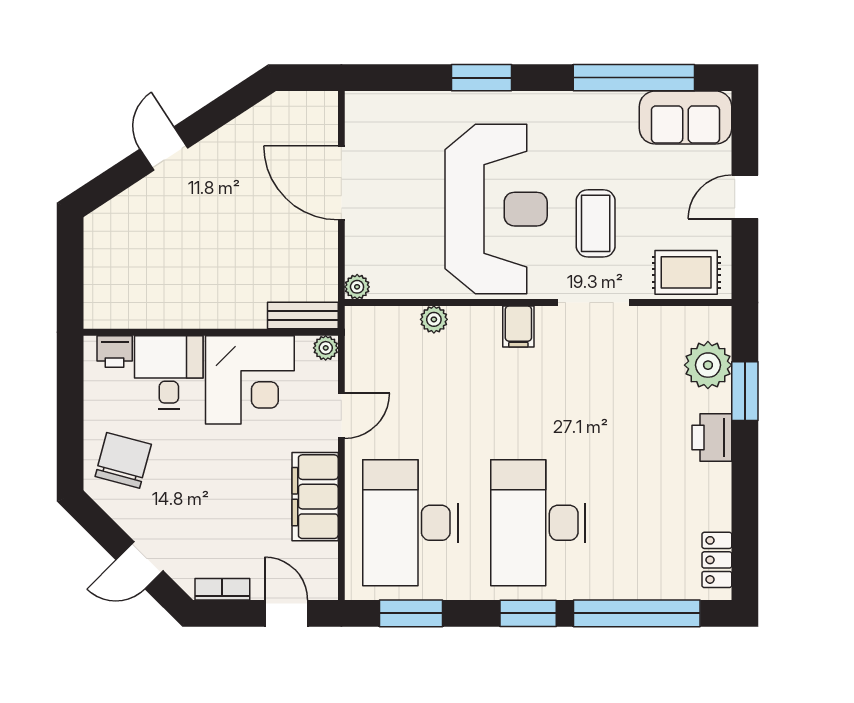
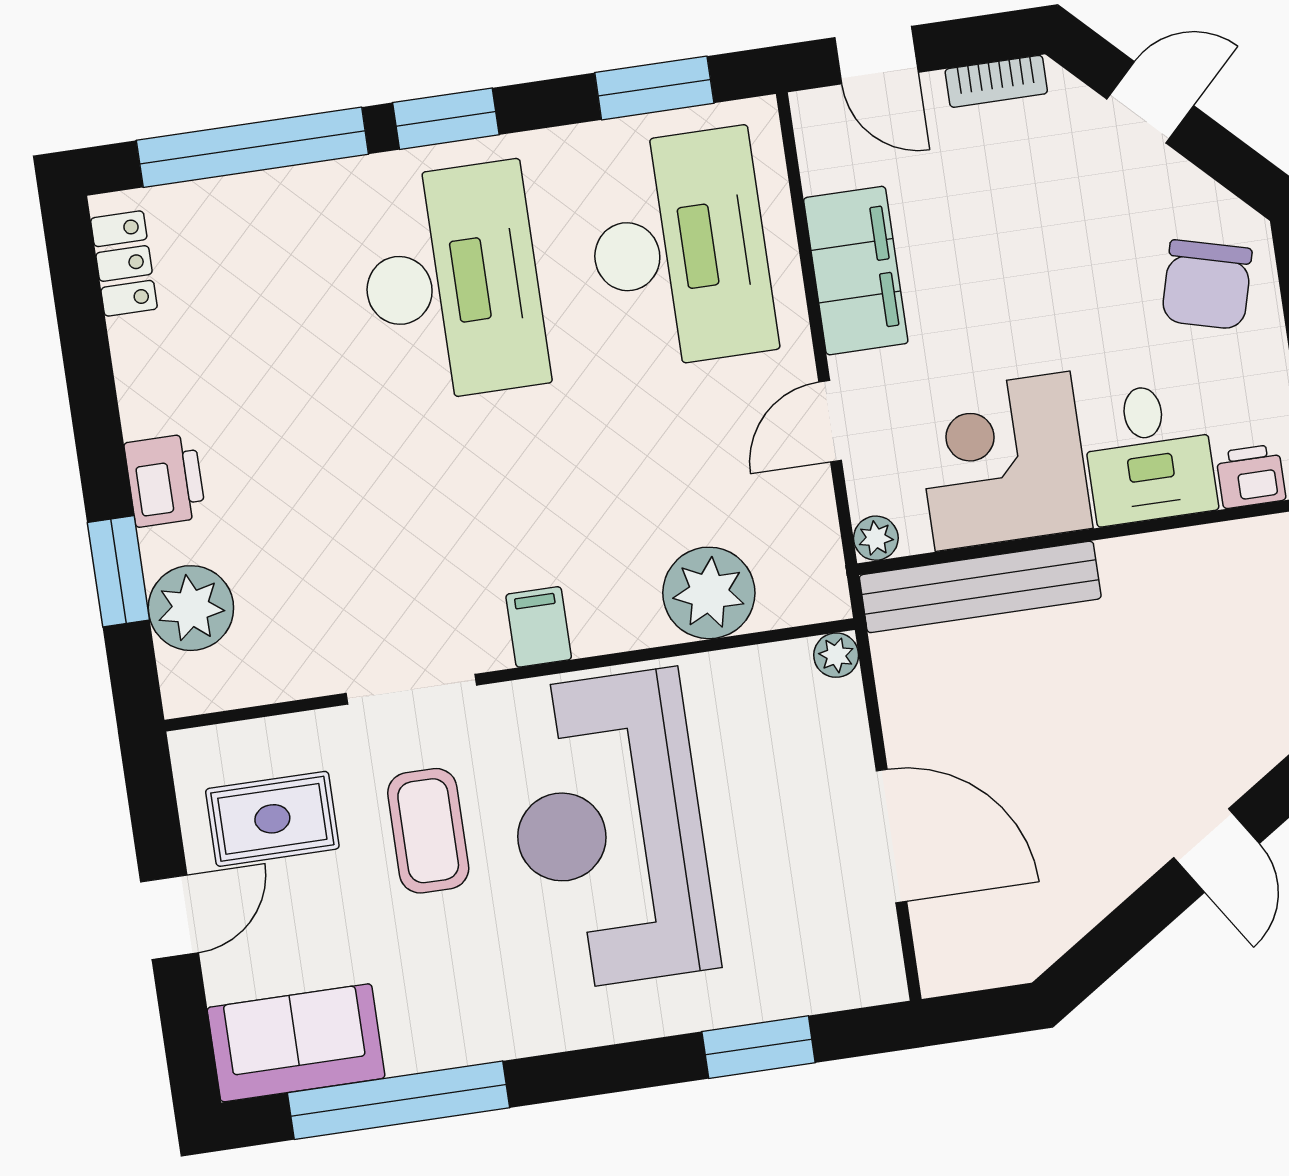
window: (481, 78) -> (759, 1047), moved
rug: (686, 272) -> (272, 819), moved
bench: (303, 316) -> (980, 587), width x1.86, depth x1.21
plant: (434, 319) -> (709, 593), width x1.88, depth x1.88

